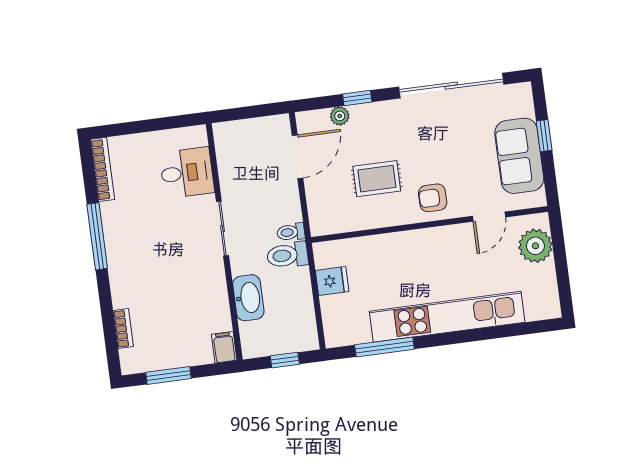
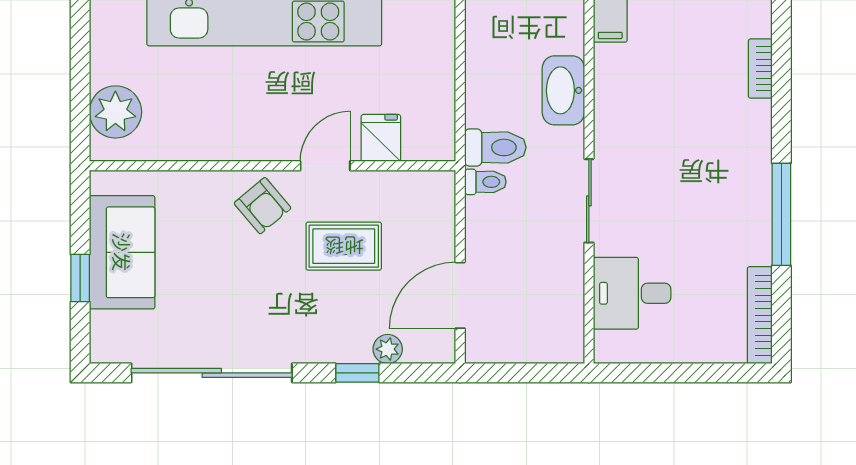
armchair: (433, 198) -> (263, 206), turned 50
door: (489, 217) -> (325, 166), moved
fridge: (332, 281) -> (381, 138), moved, turned 90

